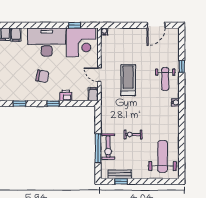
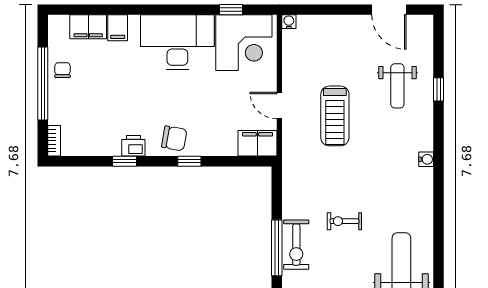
door: (156, 25) -> (389, 10), hinge flipped
chair: (42, 76) -> (174, 138), moved
weight bench: (165, 79) -> (397, 86), moved
treadmill: (128, 80) -> (335, 116), turned 180
filing cabinet: (93, 94) -> (258, 143), width x2.00
printer: (66, 96) -> (133, 146), moved

